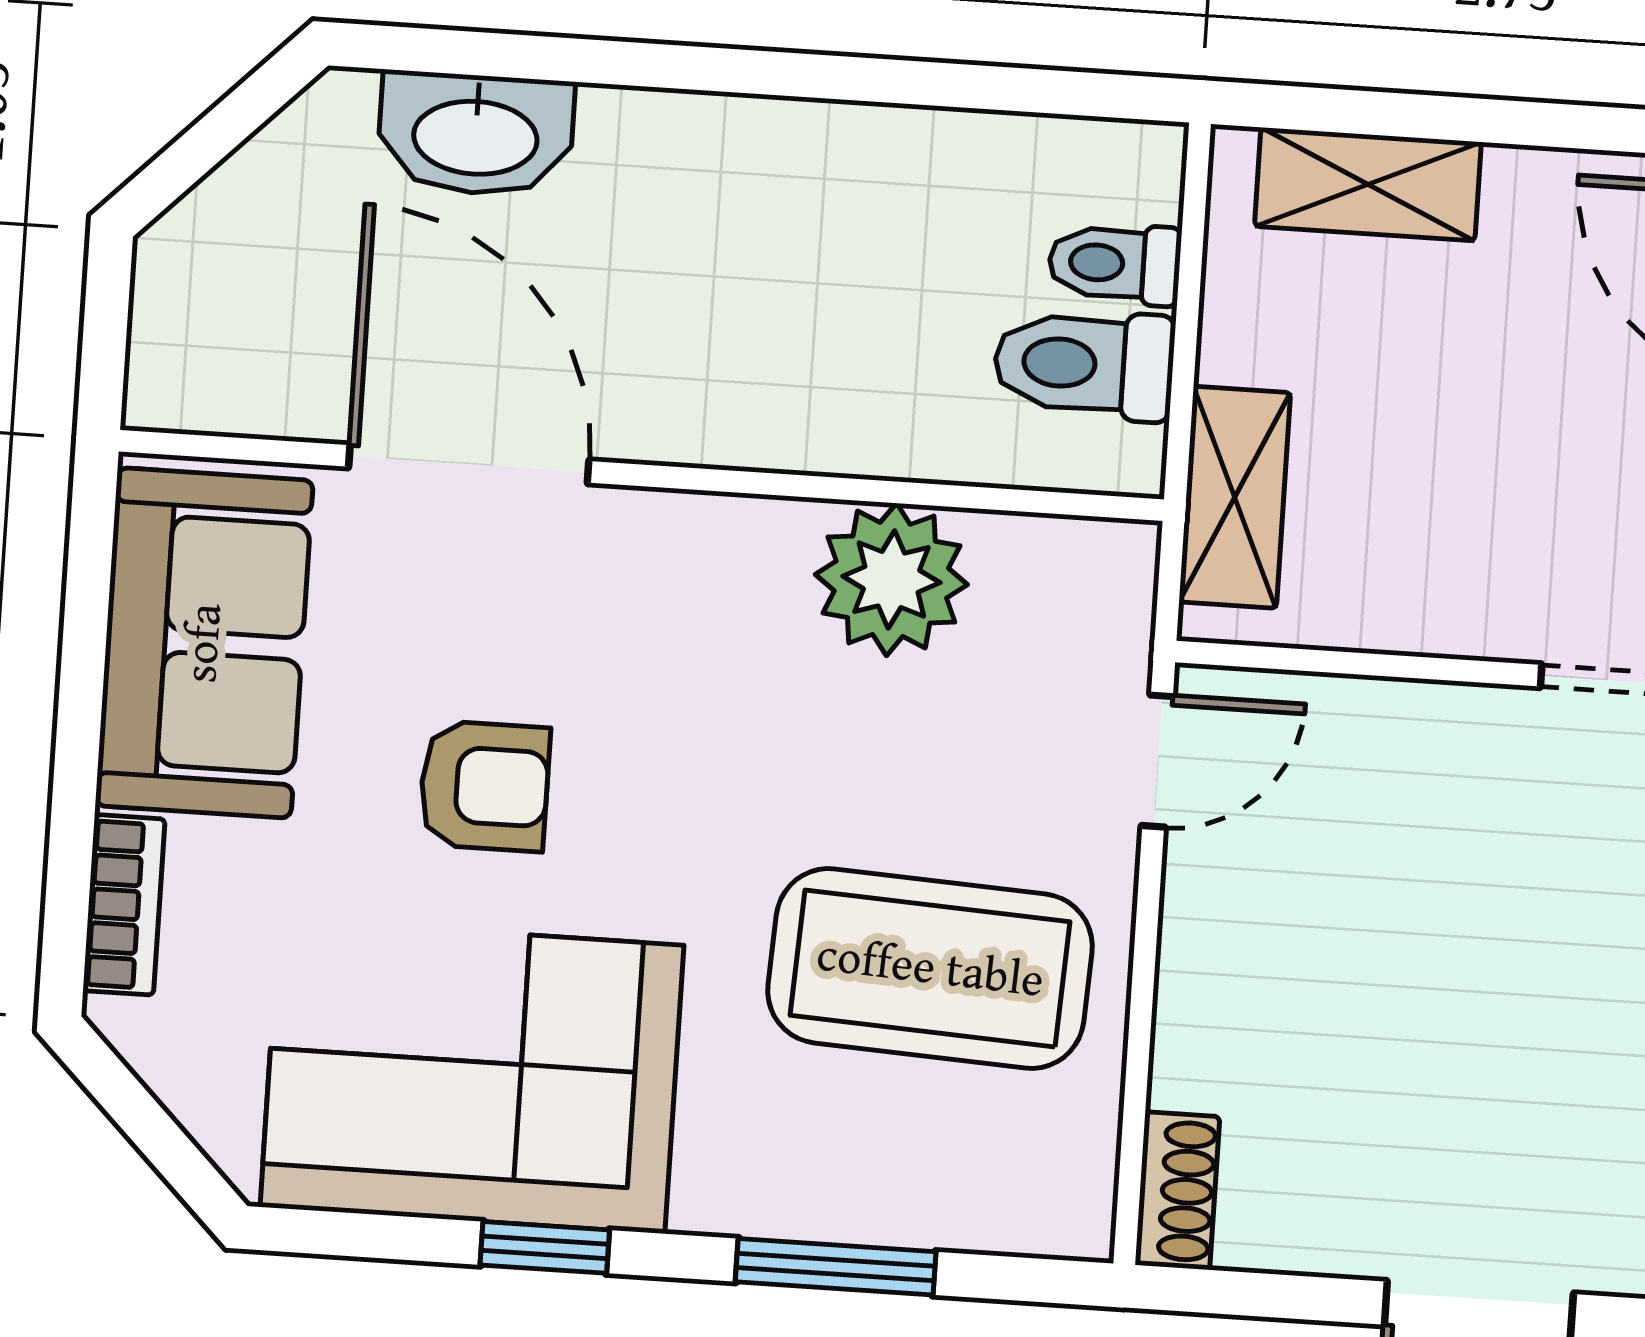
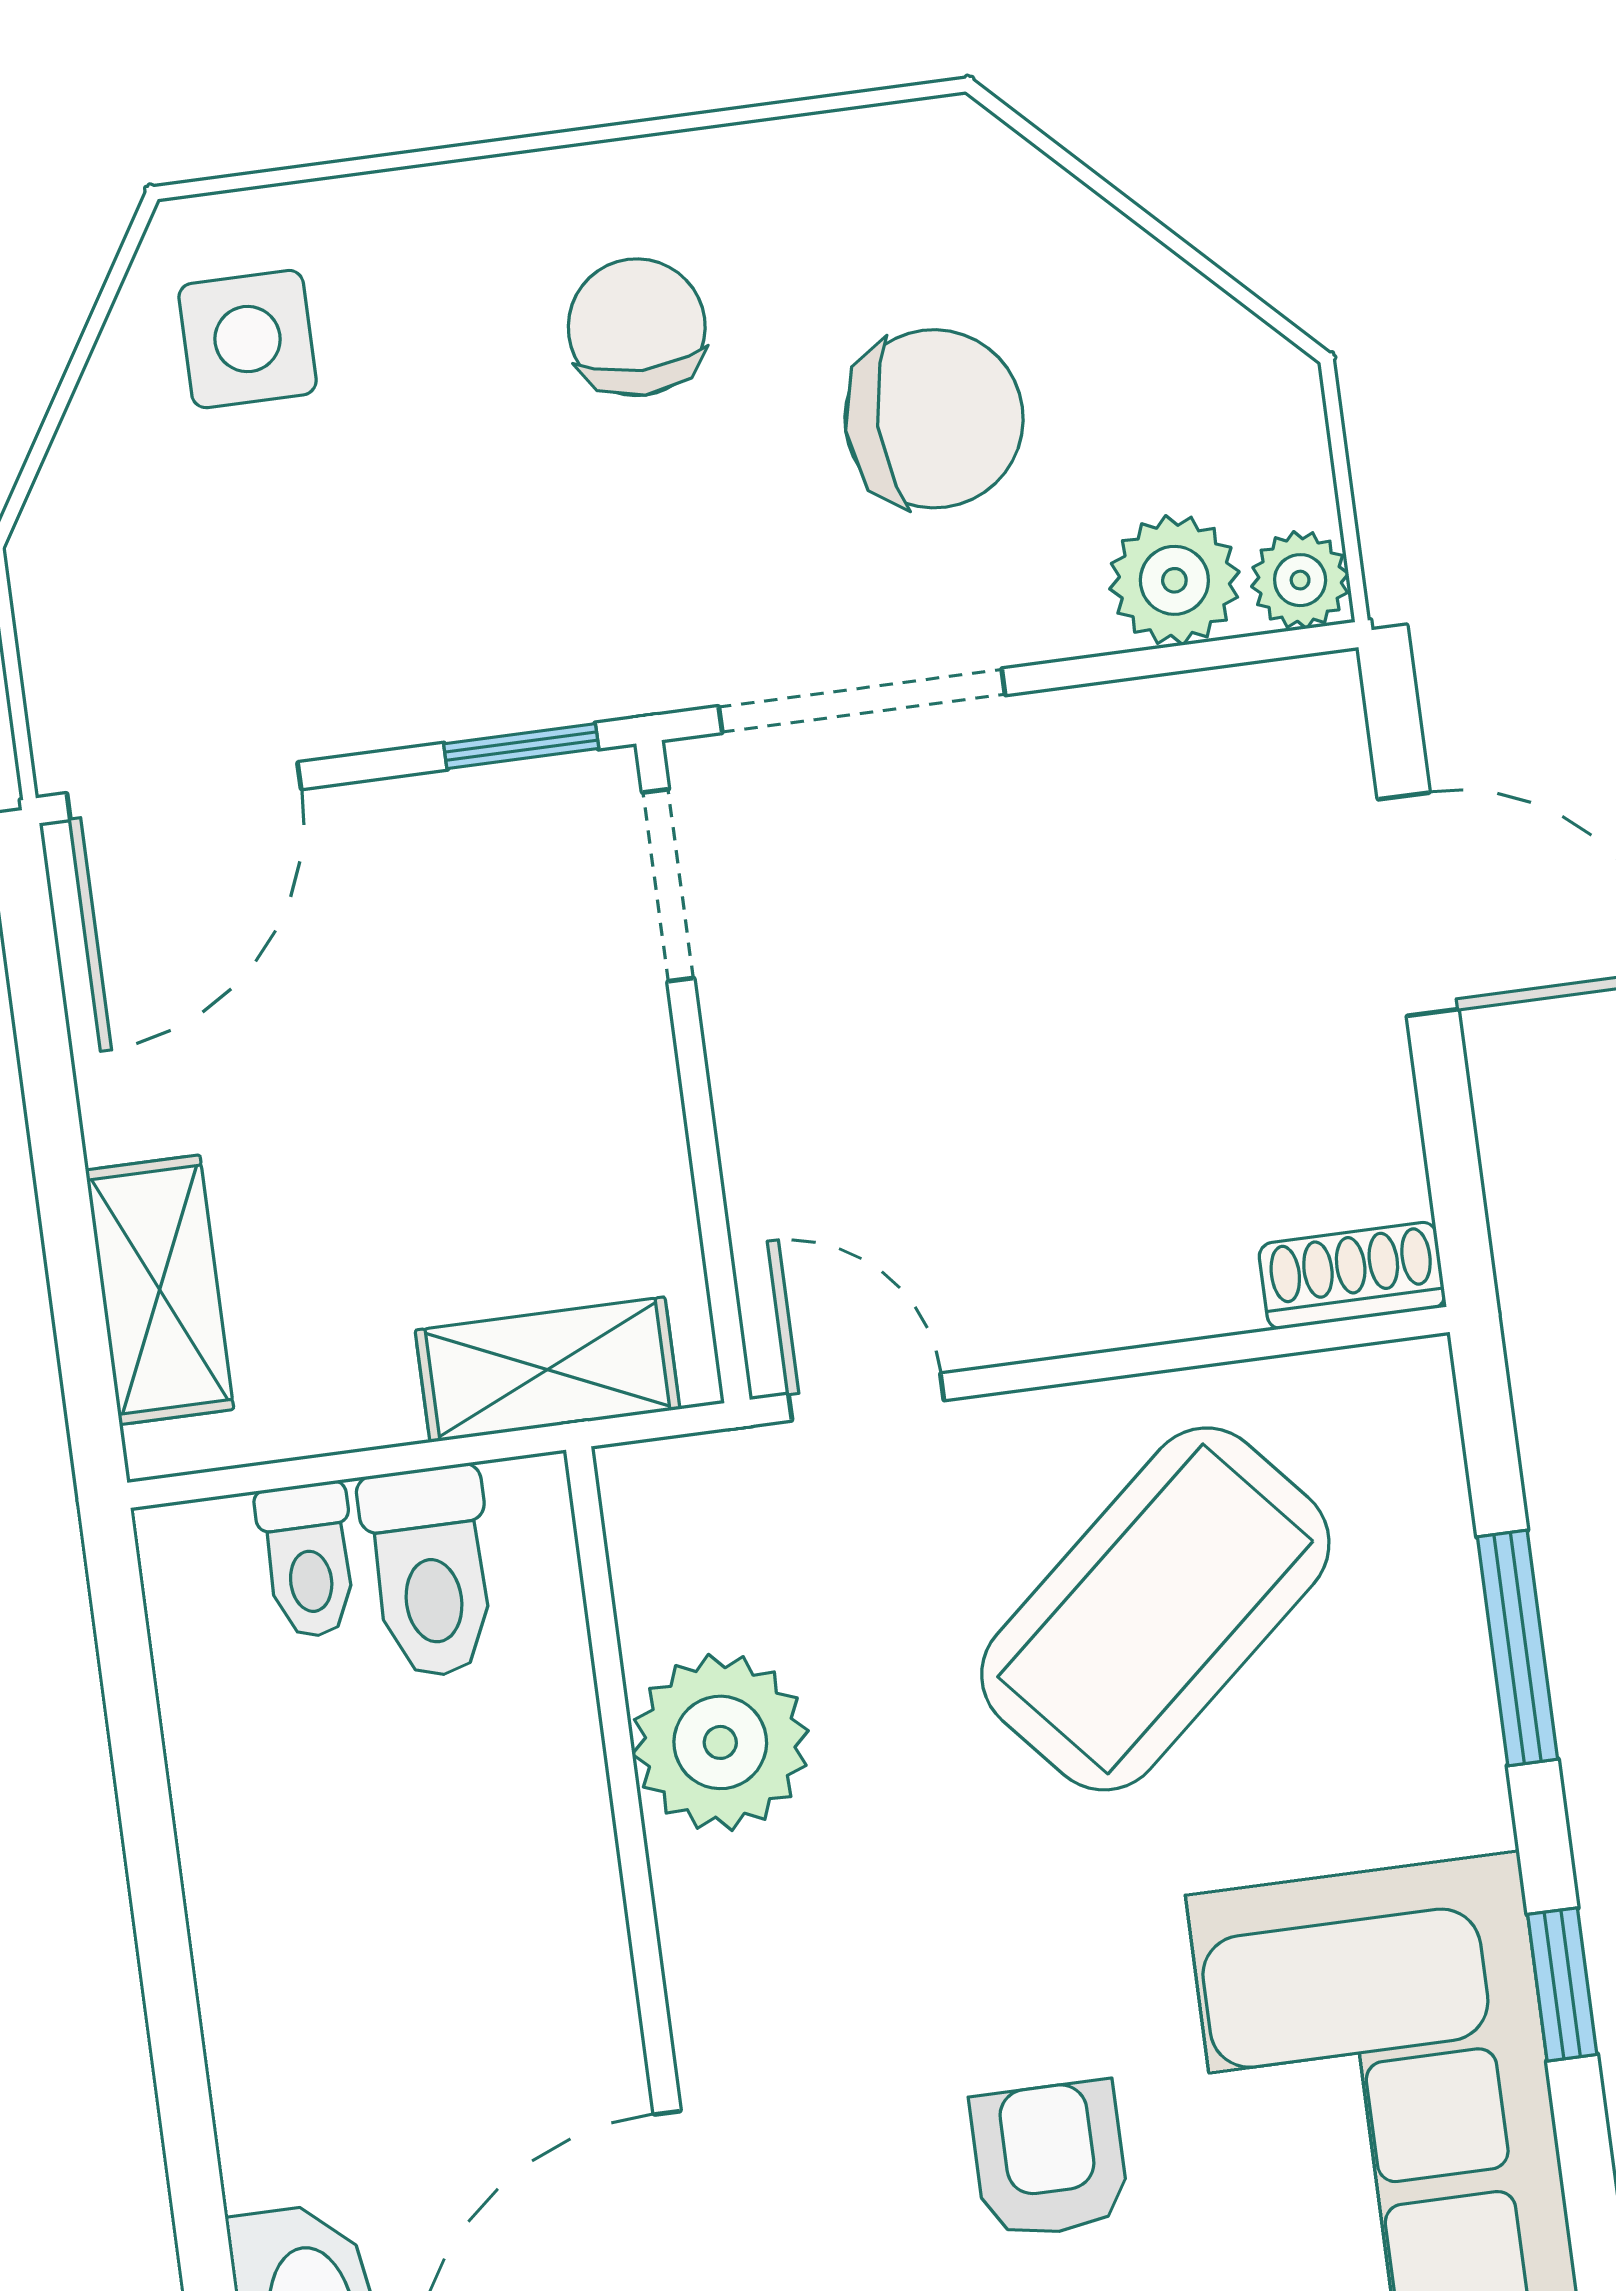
coffee table: (930, 969) -> (1155, 1609), turned 46

